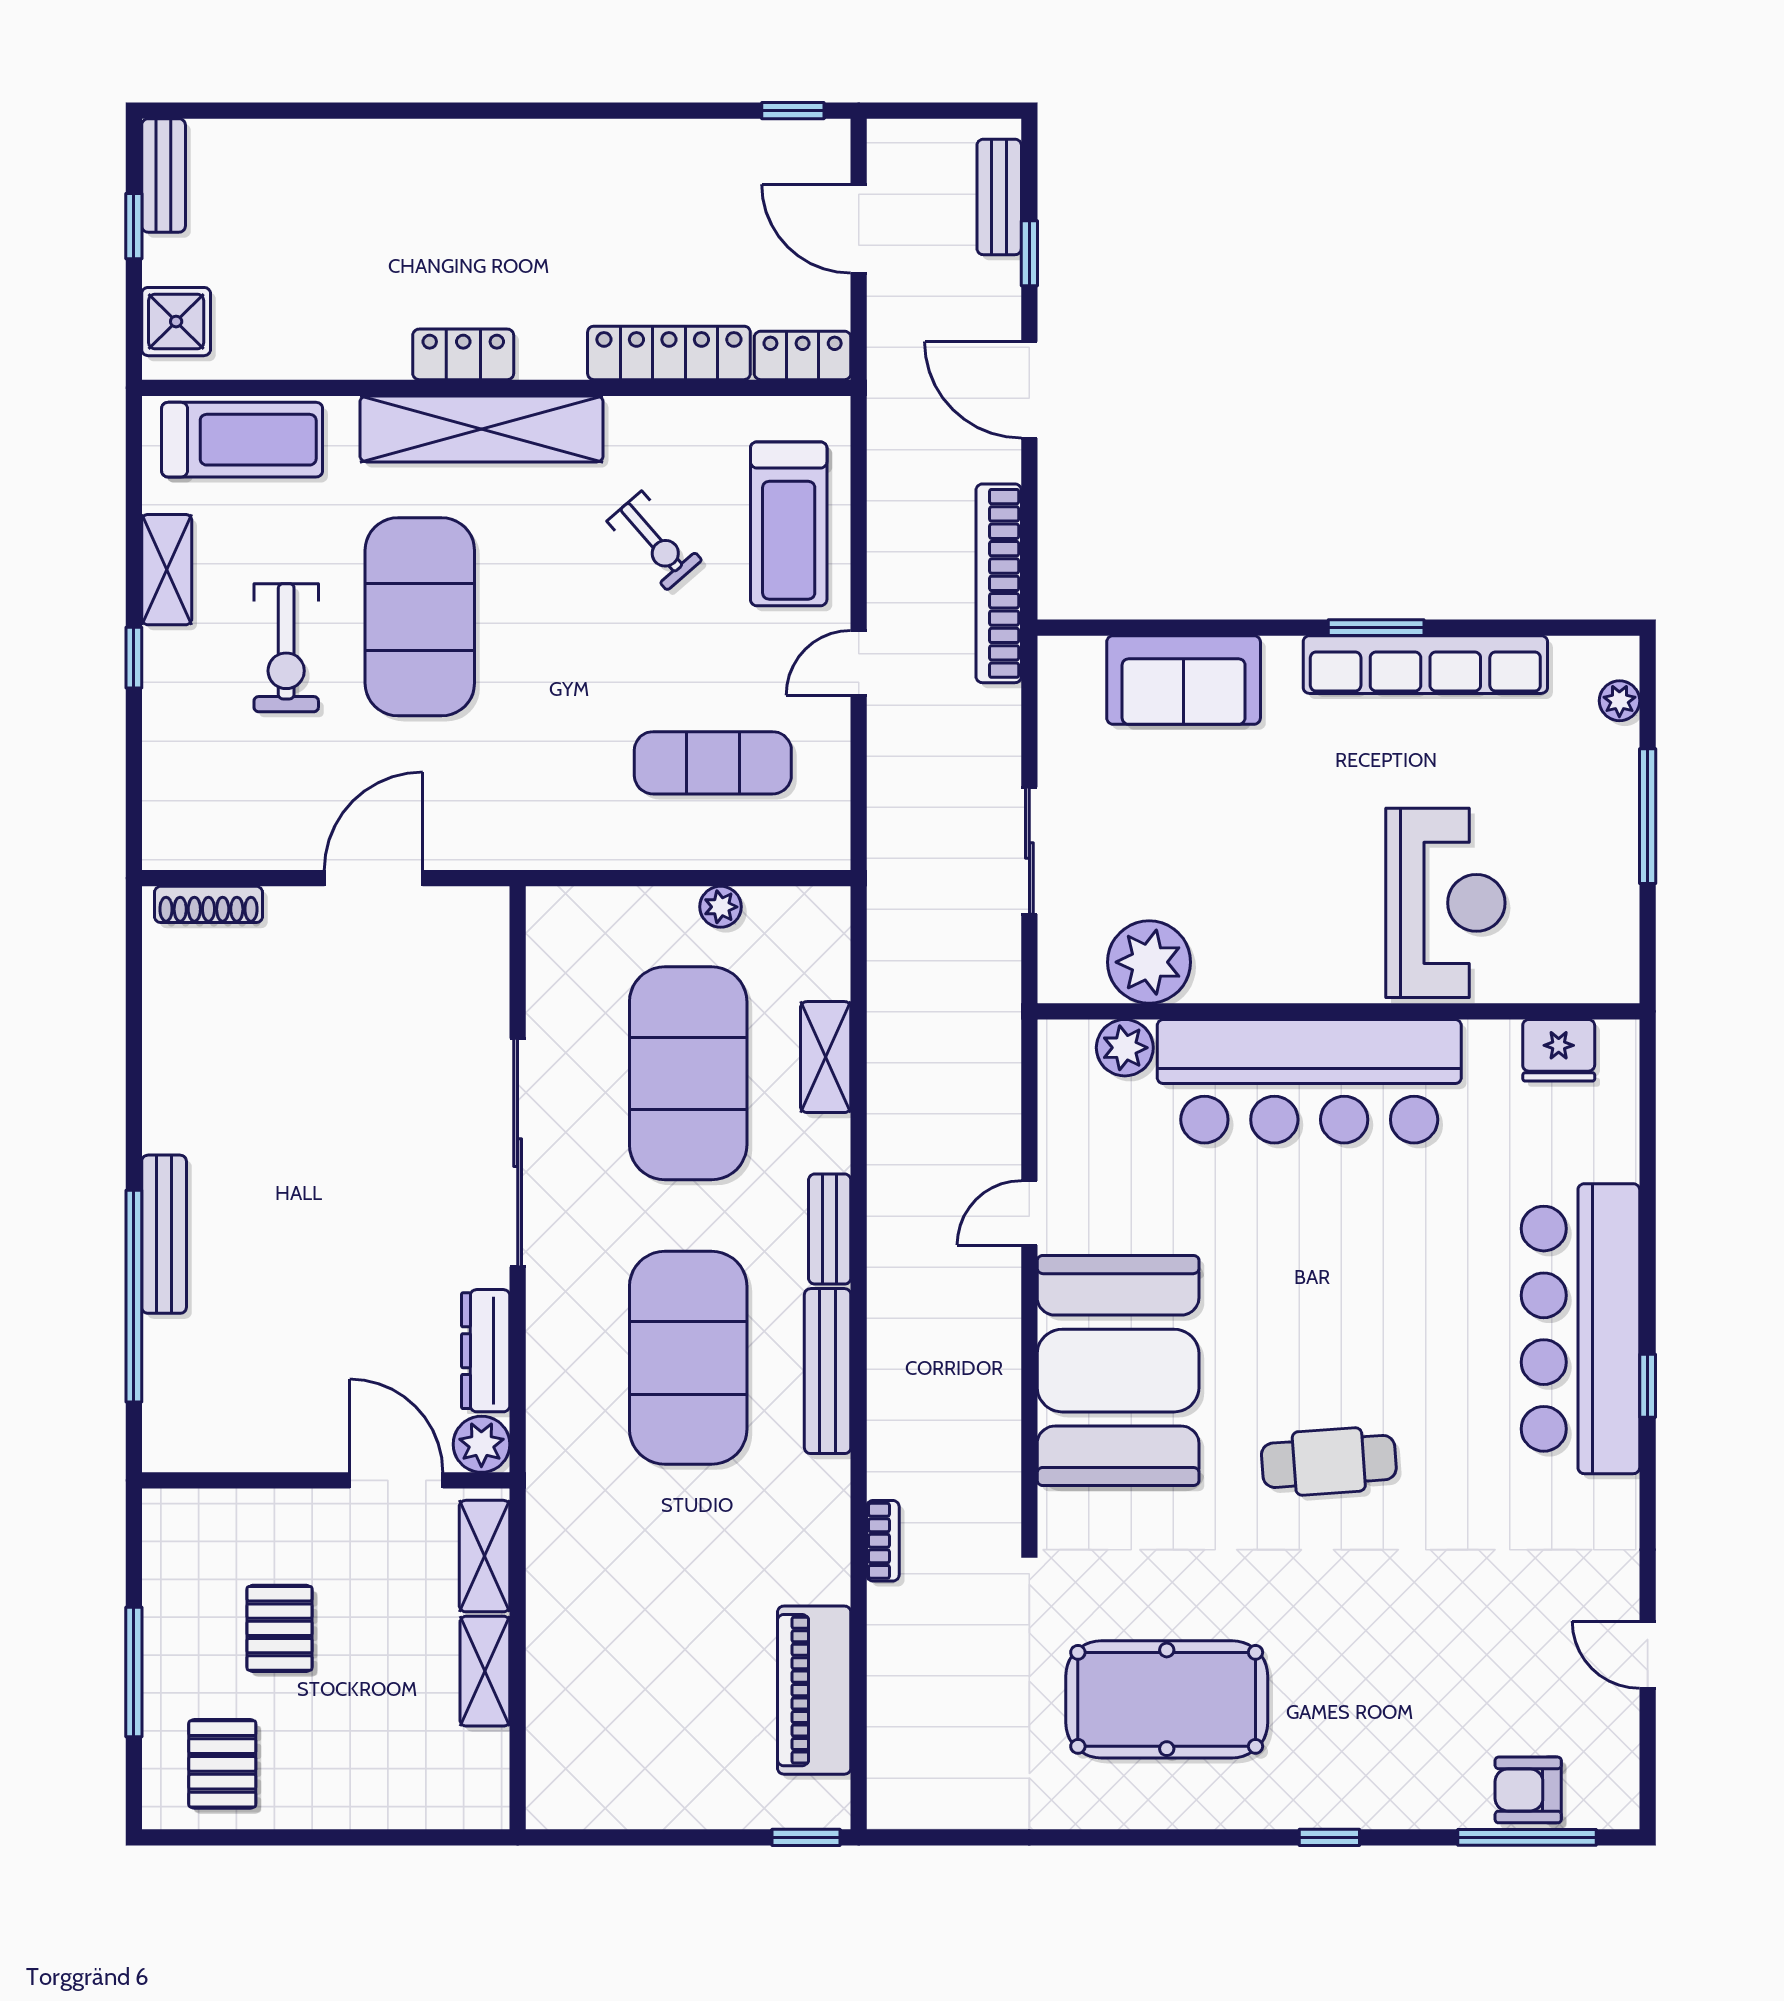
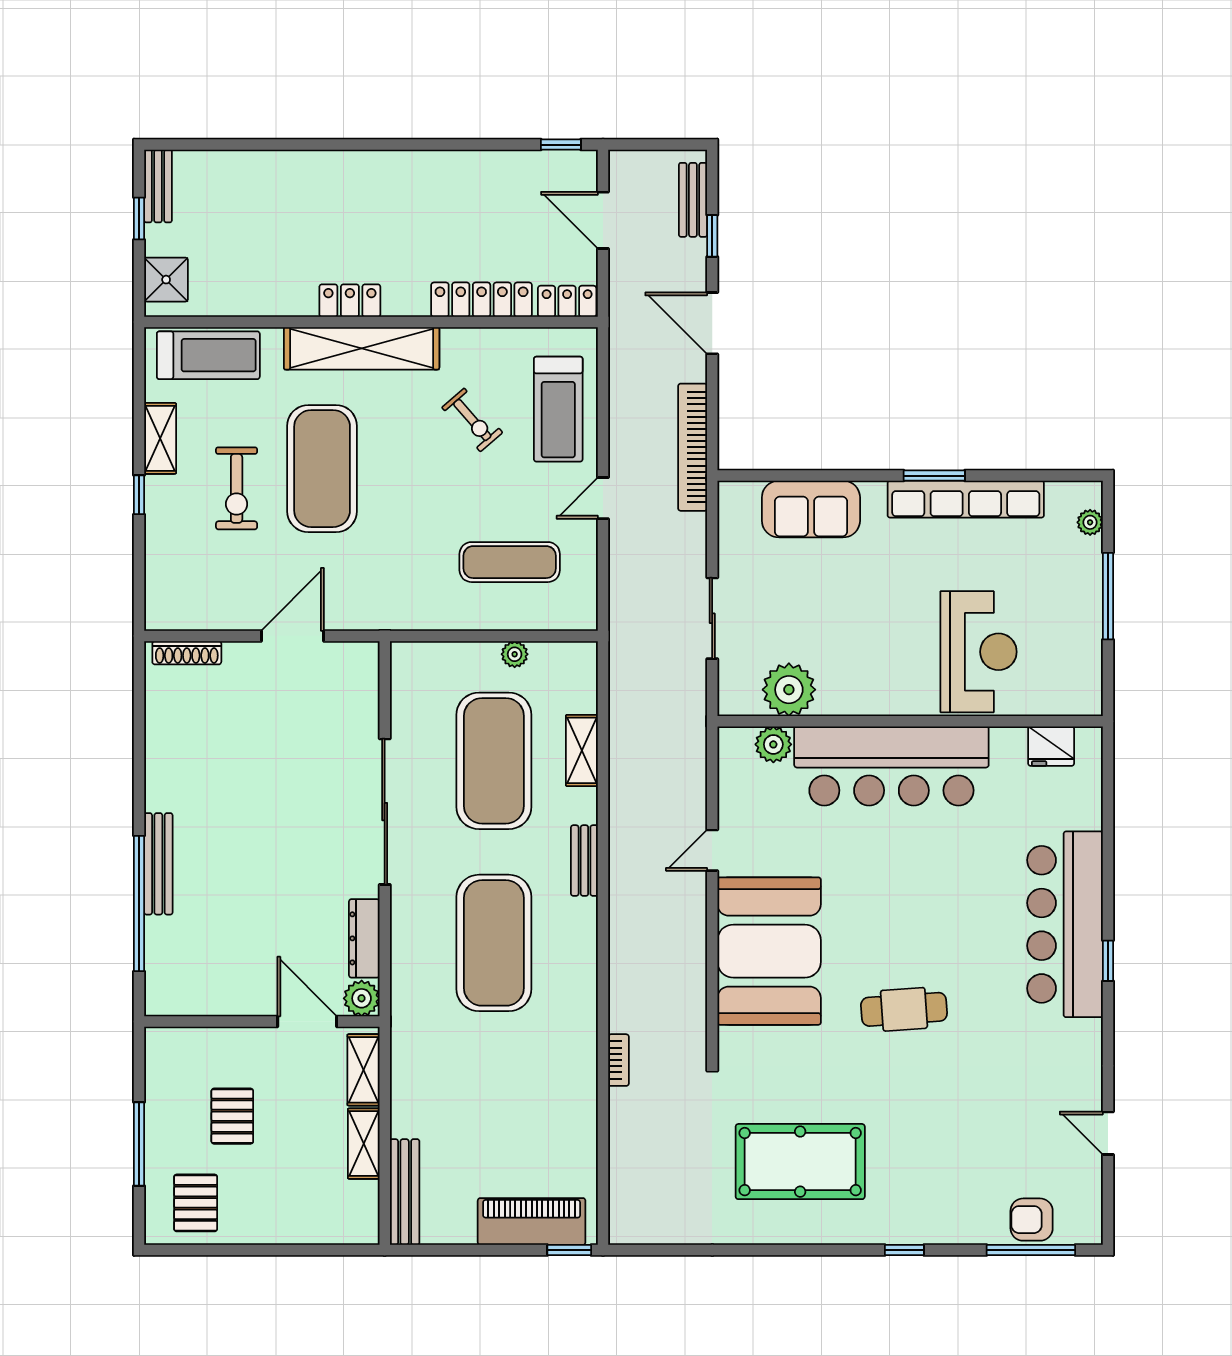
bench: (828, 1371) -> (405, 1192), moved
piano: (814, 1690) -> (532, 1221), moved, turned 90

